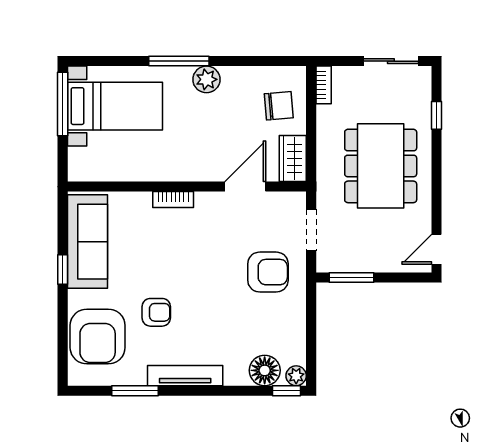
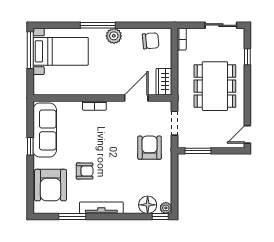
chair: (279, 106) -> (151, 41), moved
armchair: (268, 272) -> (150, 148), turned -90

